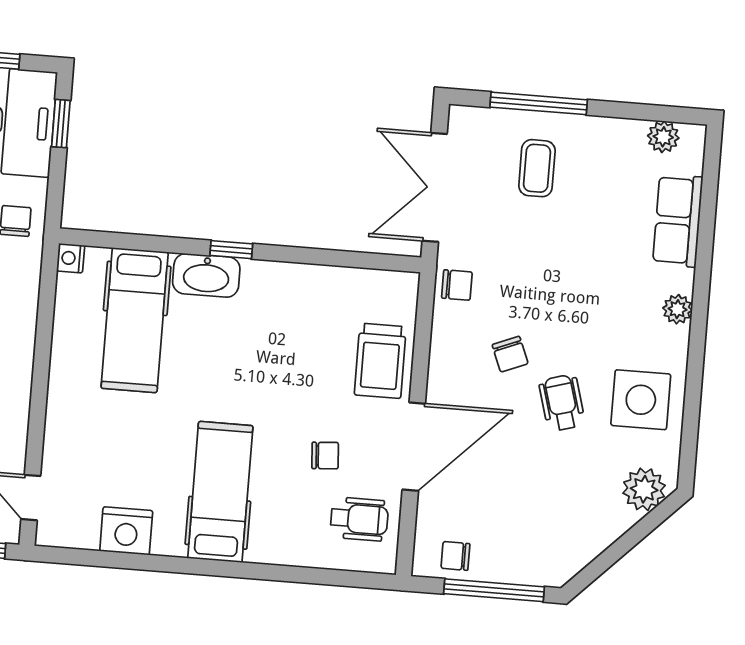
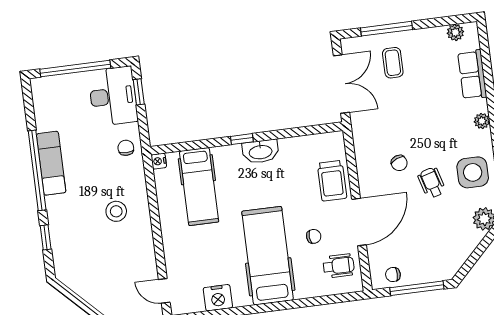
double door: (435, 187) -> (341, 84), swing flipped
washbasin: (206, 275) -> (260, 152), moved
chair: (457, 285) -> (364, 133), removed
hospital bed: (220, 492) -> (268, 256), width x1.37, depth x1.29

